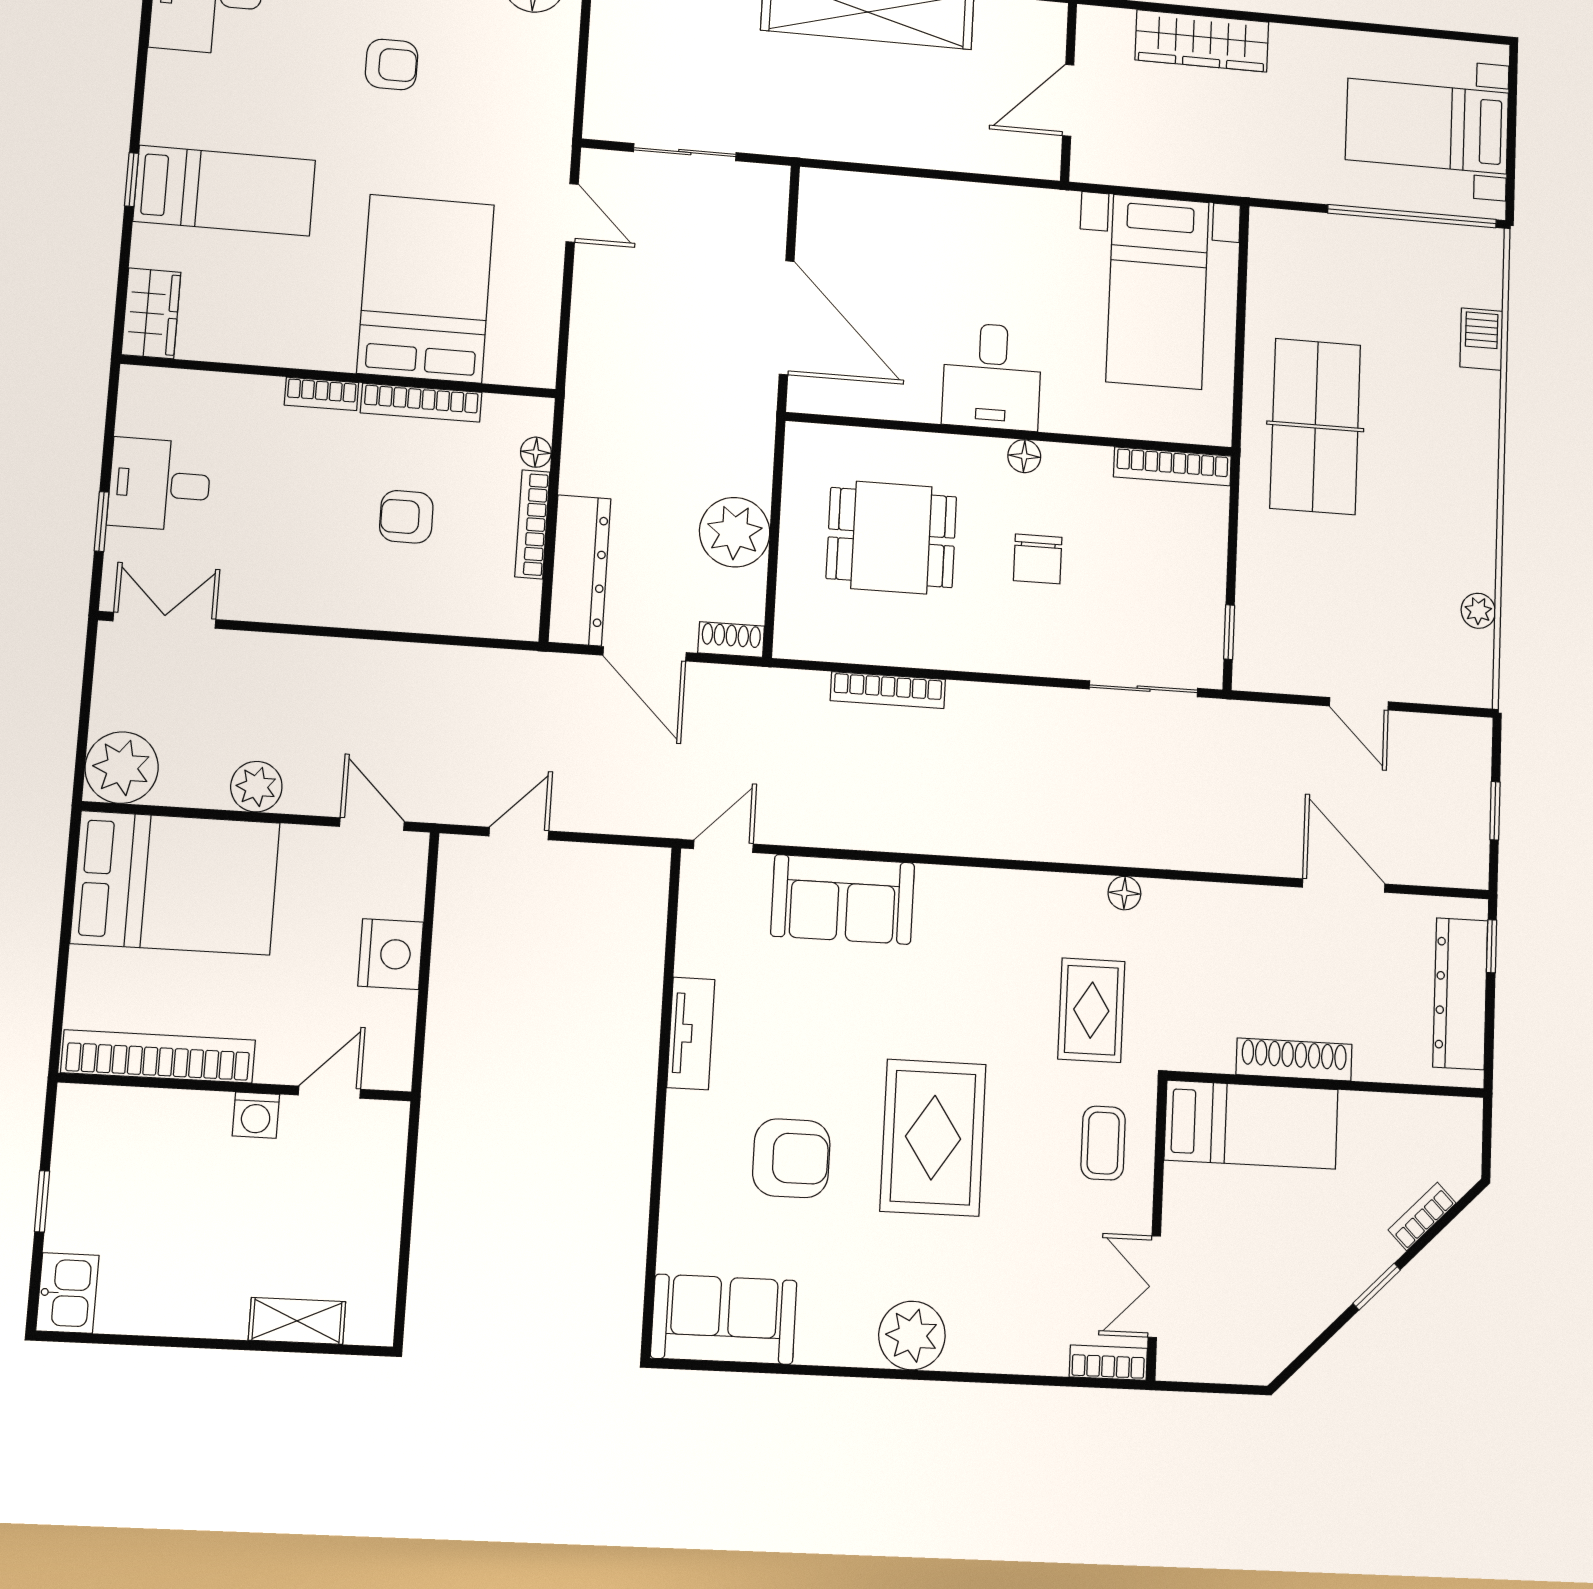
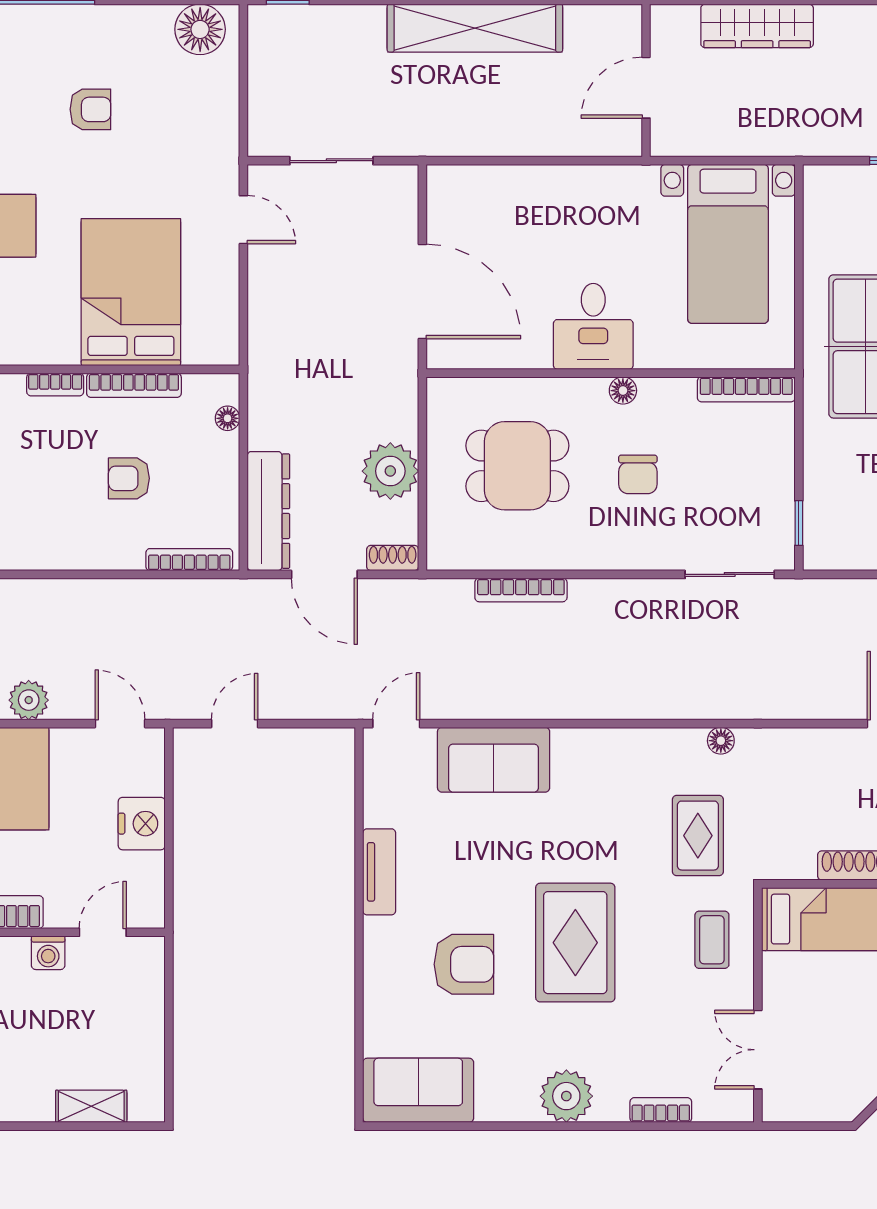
bookcase: (532, 524) -> (189, 560), moved, turned 90
bookcase: (1108, 1363) -> (661, 1110), moved

